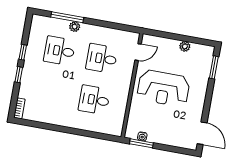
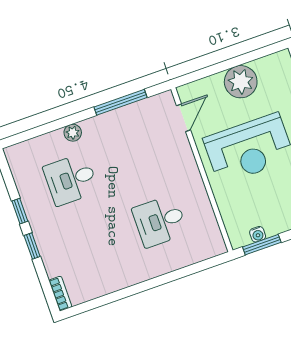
window: (67, 17) -> (121, 102), moved
plant: (185, 46) -> (241, 82), width x1.88, depth x1.88
desk: (102, 58) -> (137, 156), removed

